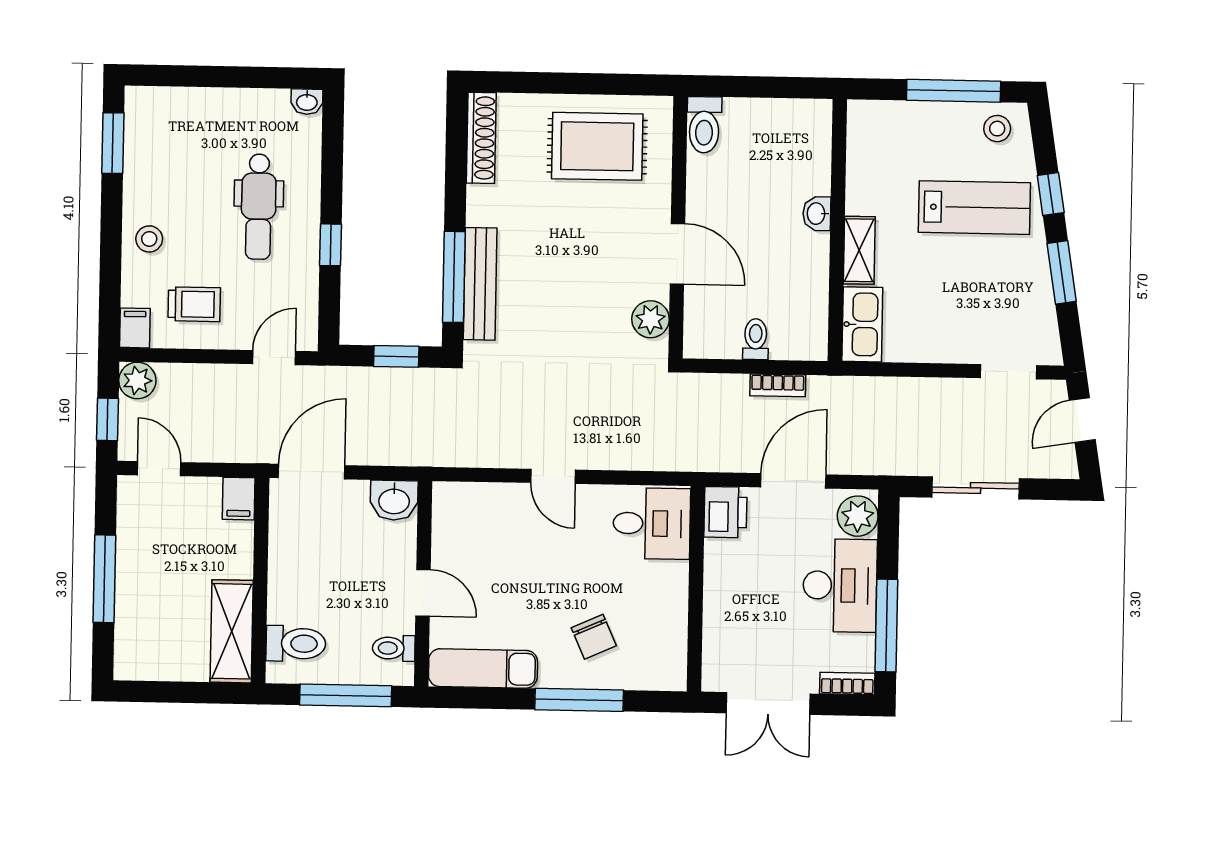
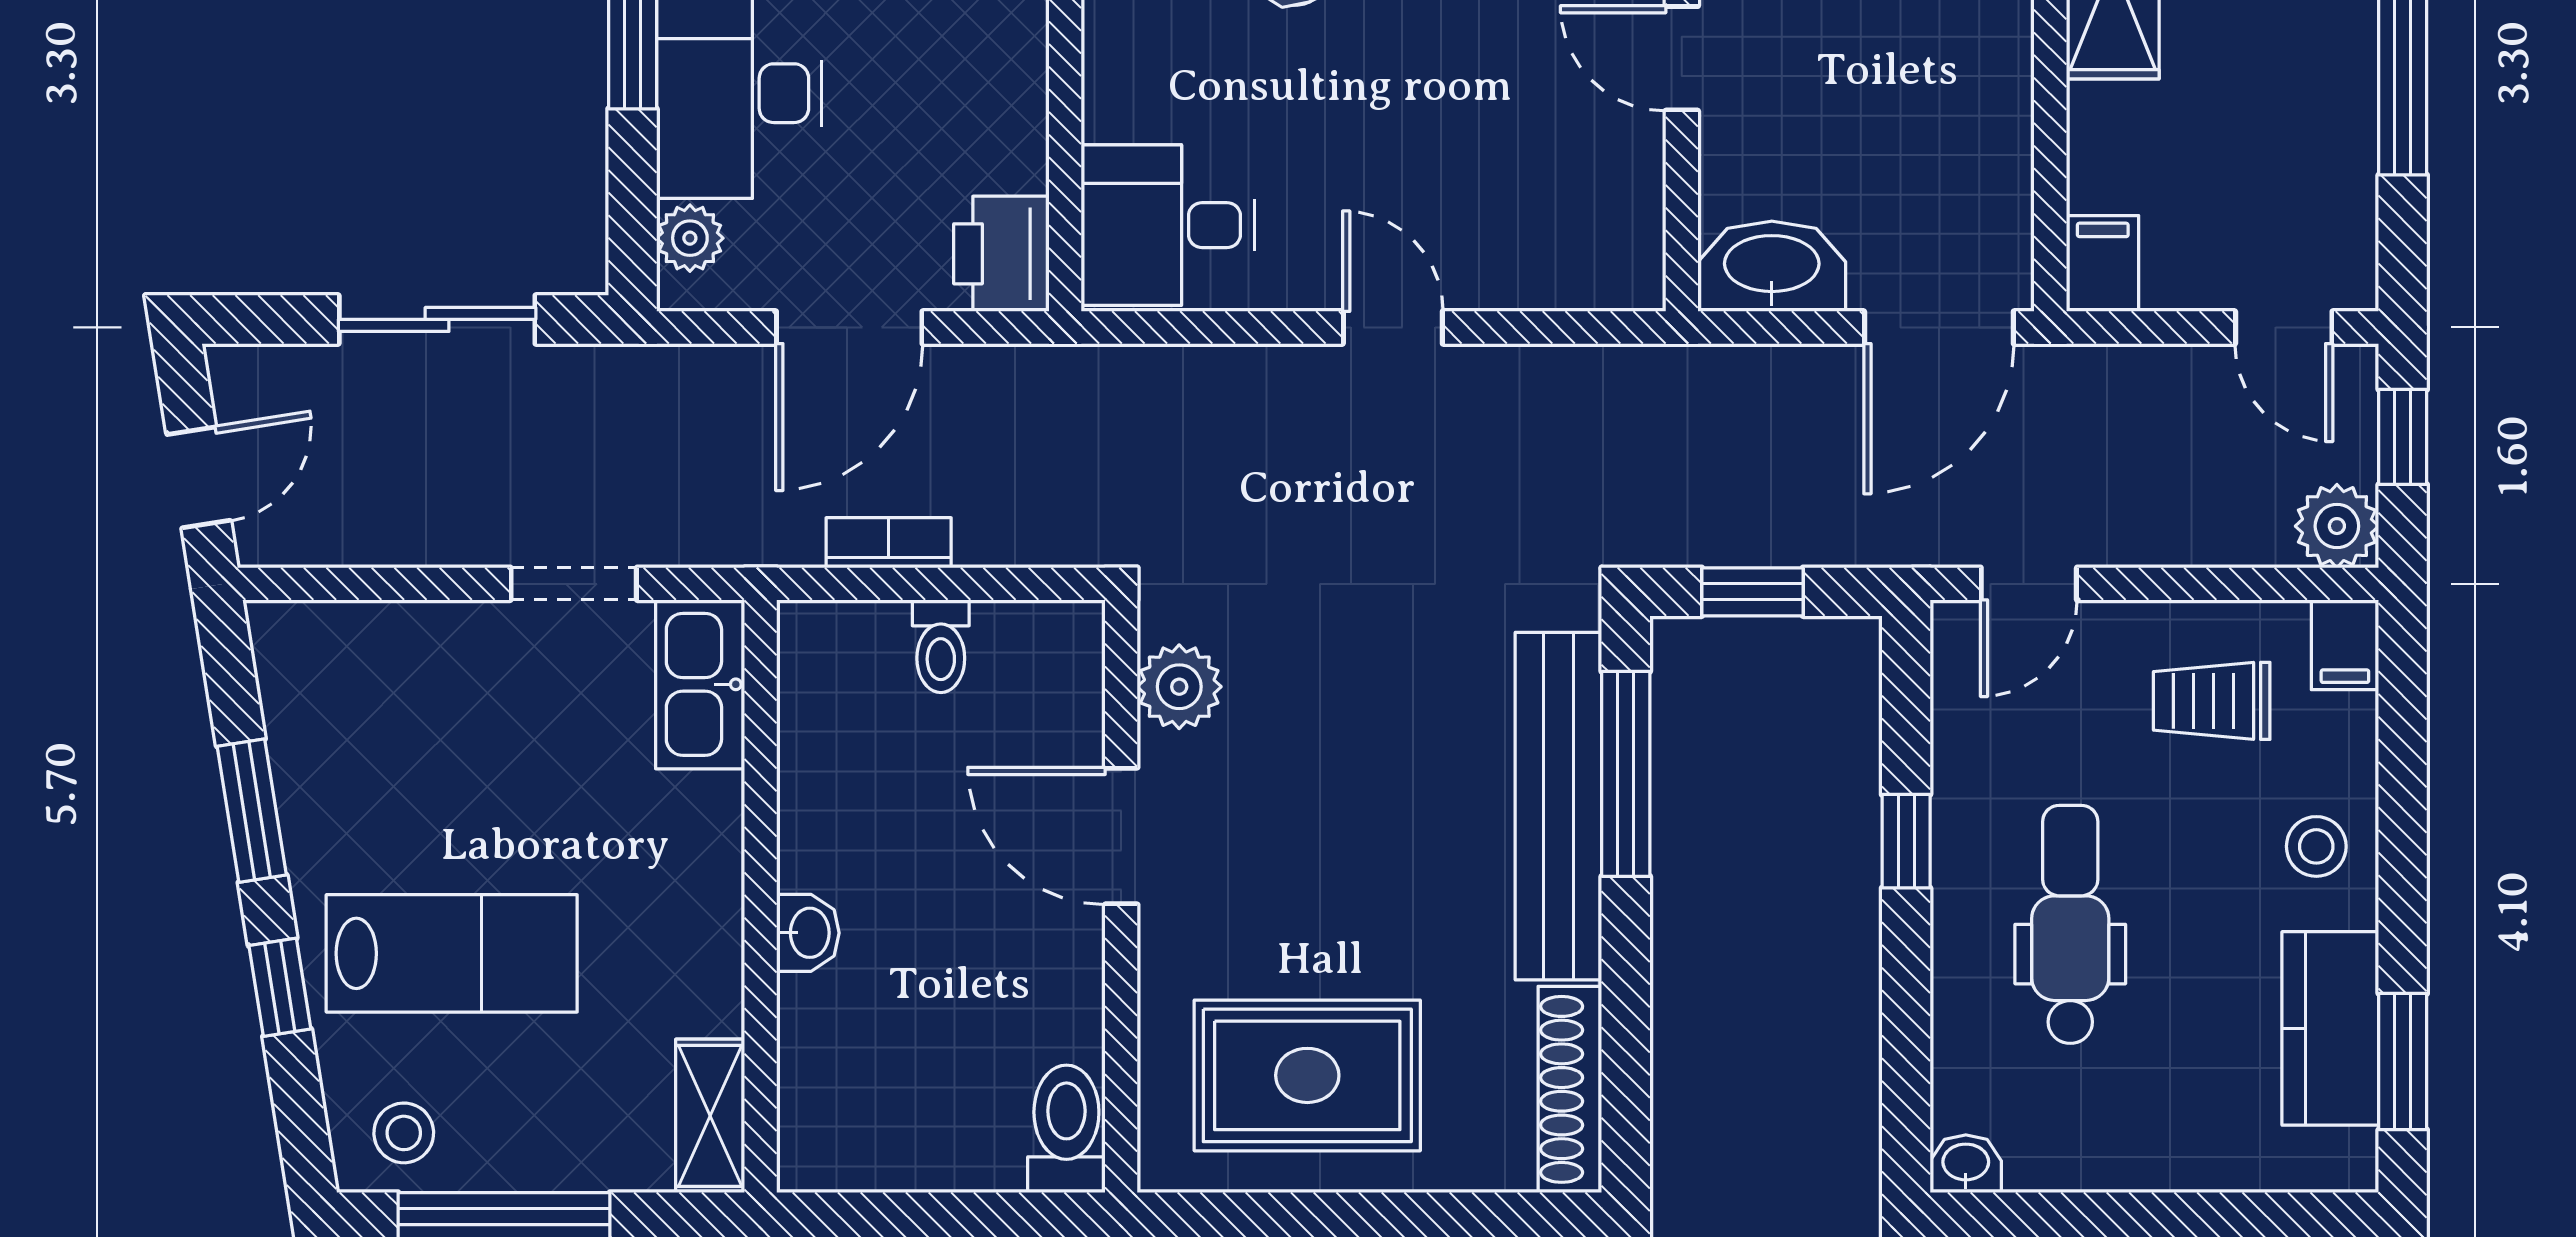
kitchen counter: (145, 158) -> (2330, 1028), added
lab bench: (974, 208) -> (452, 953), turned 180
shelving: (859, 250) -> (710, 1116), moved
bench: (480, 284) -> (1558, 806), width x1.37, depth x1.21
doorway: (1009, 372) -> (574, 584), moved
washbasin: (394, 500) -> (1772, 266), width x1.38
plant: (858, 516) -> (690, 238), width x0.73, depth x0.73

